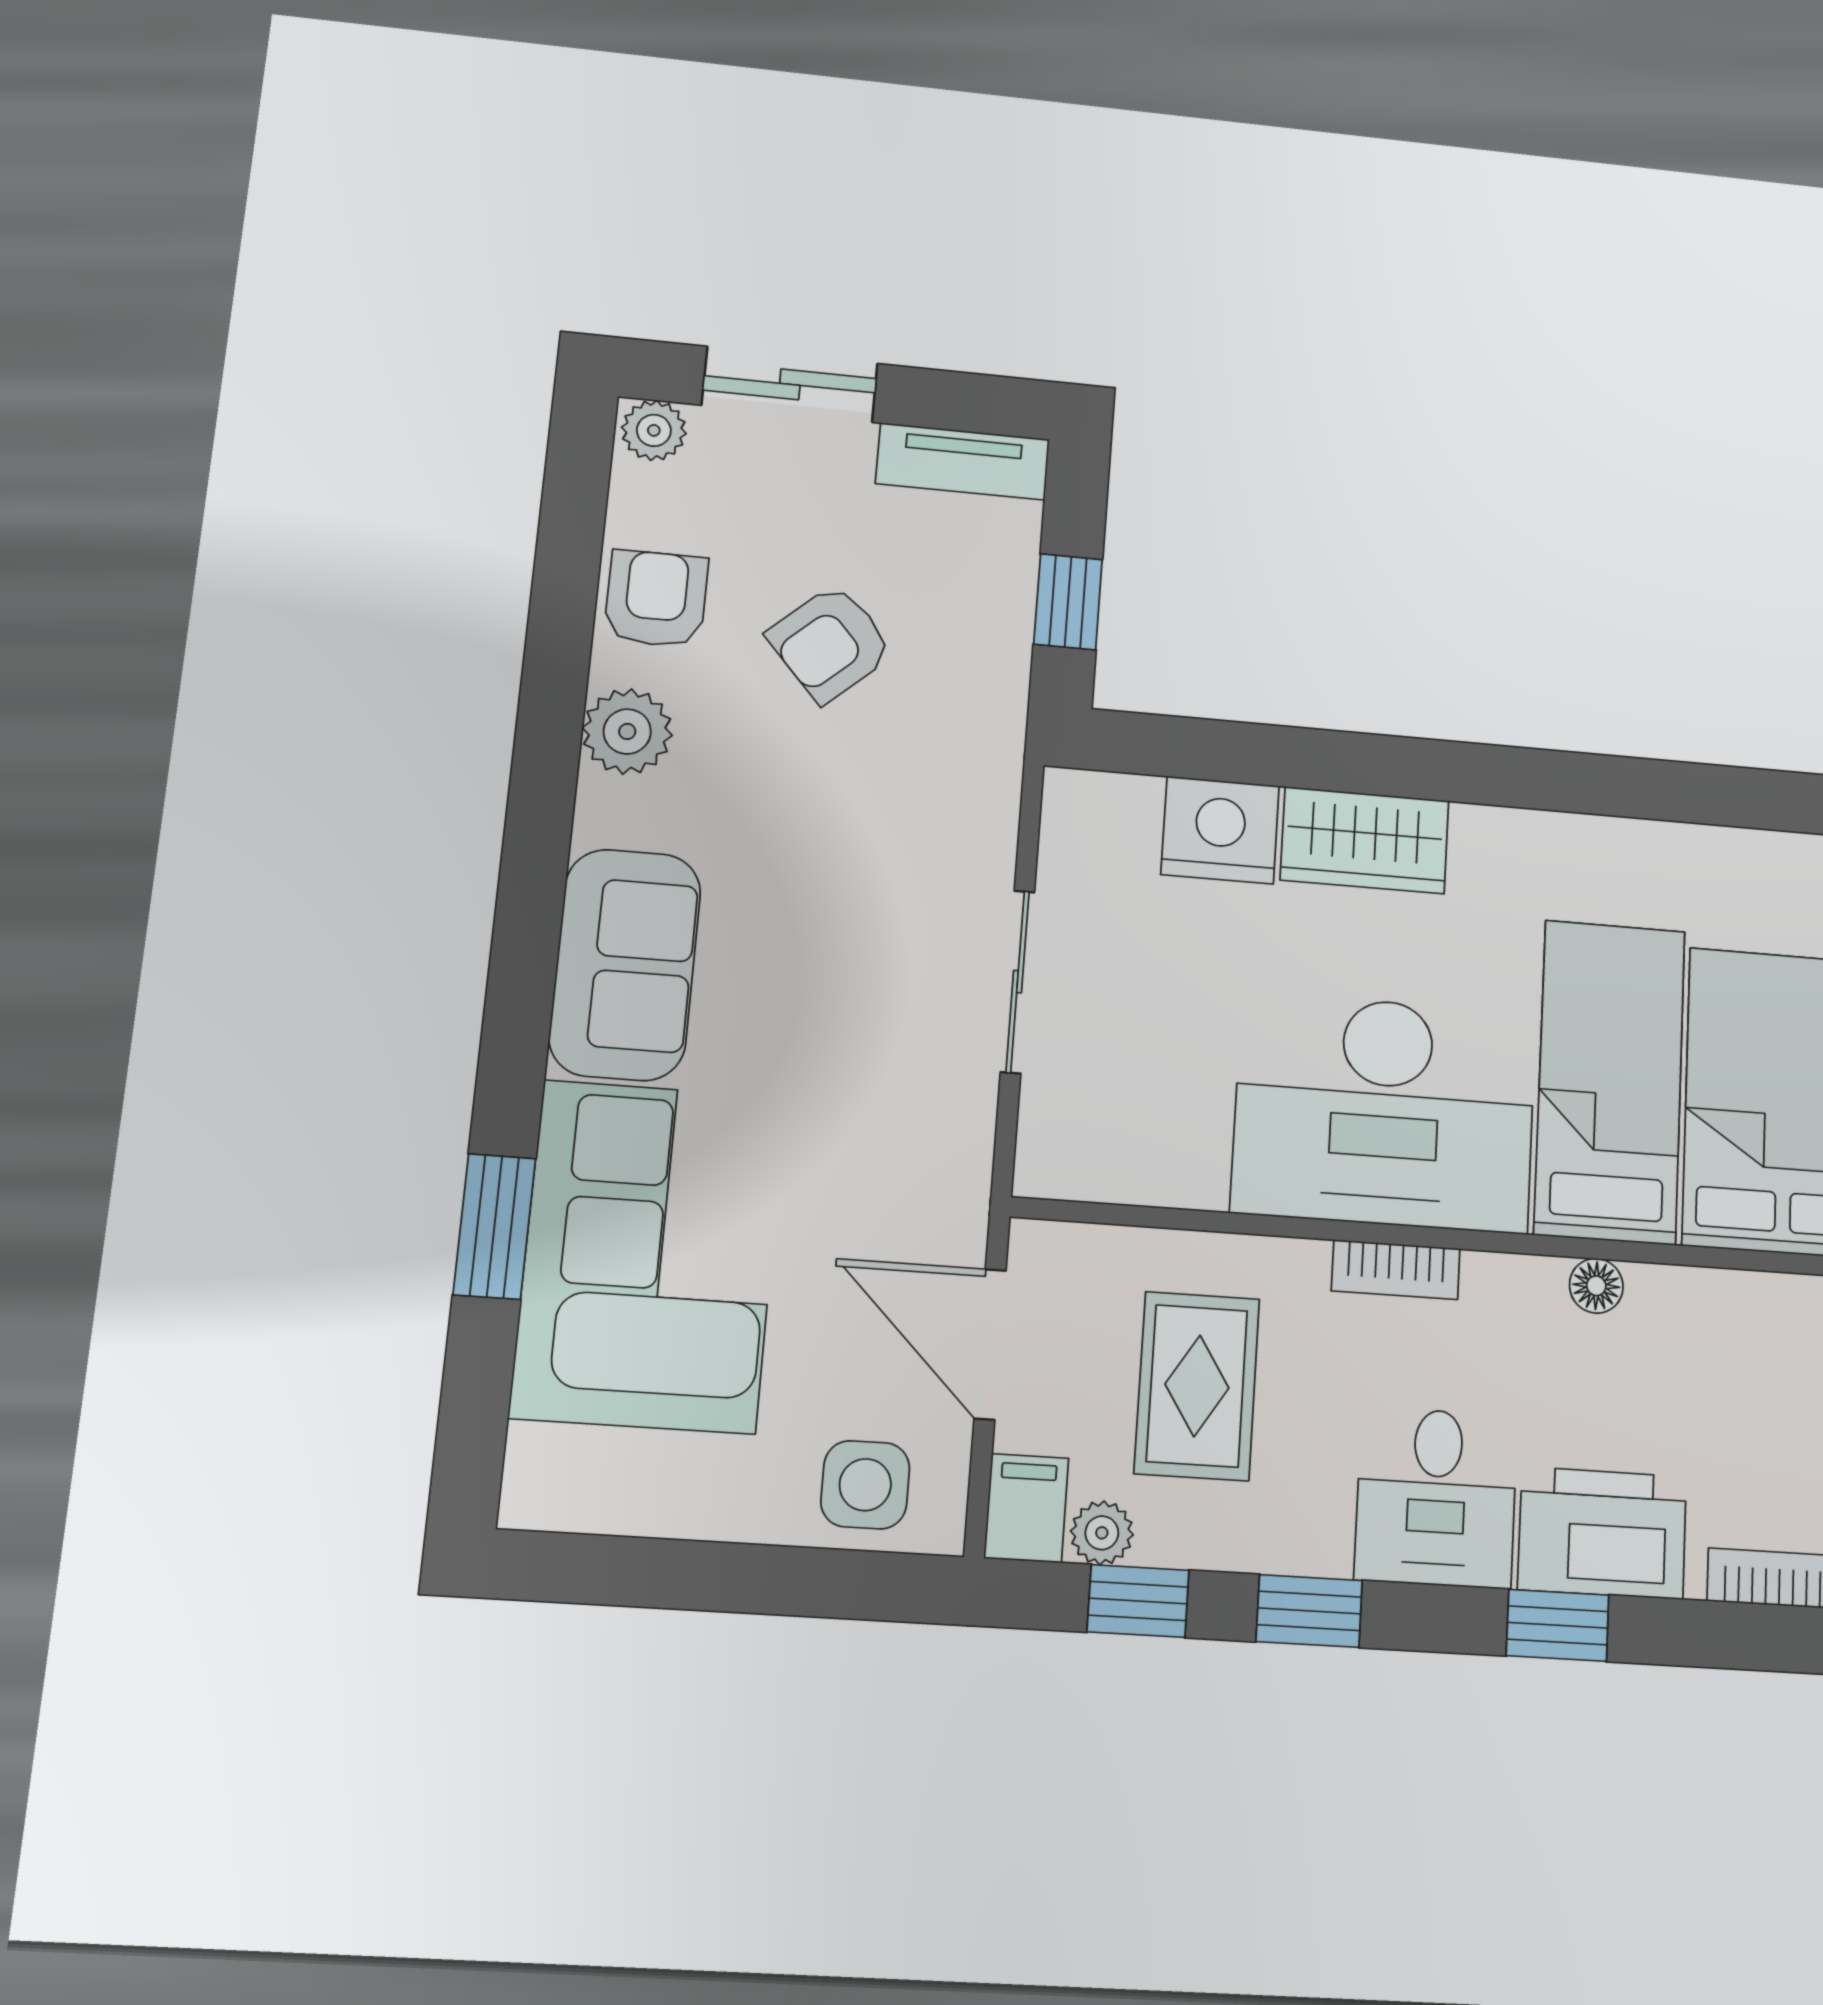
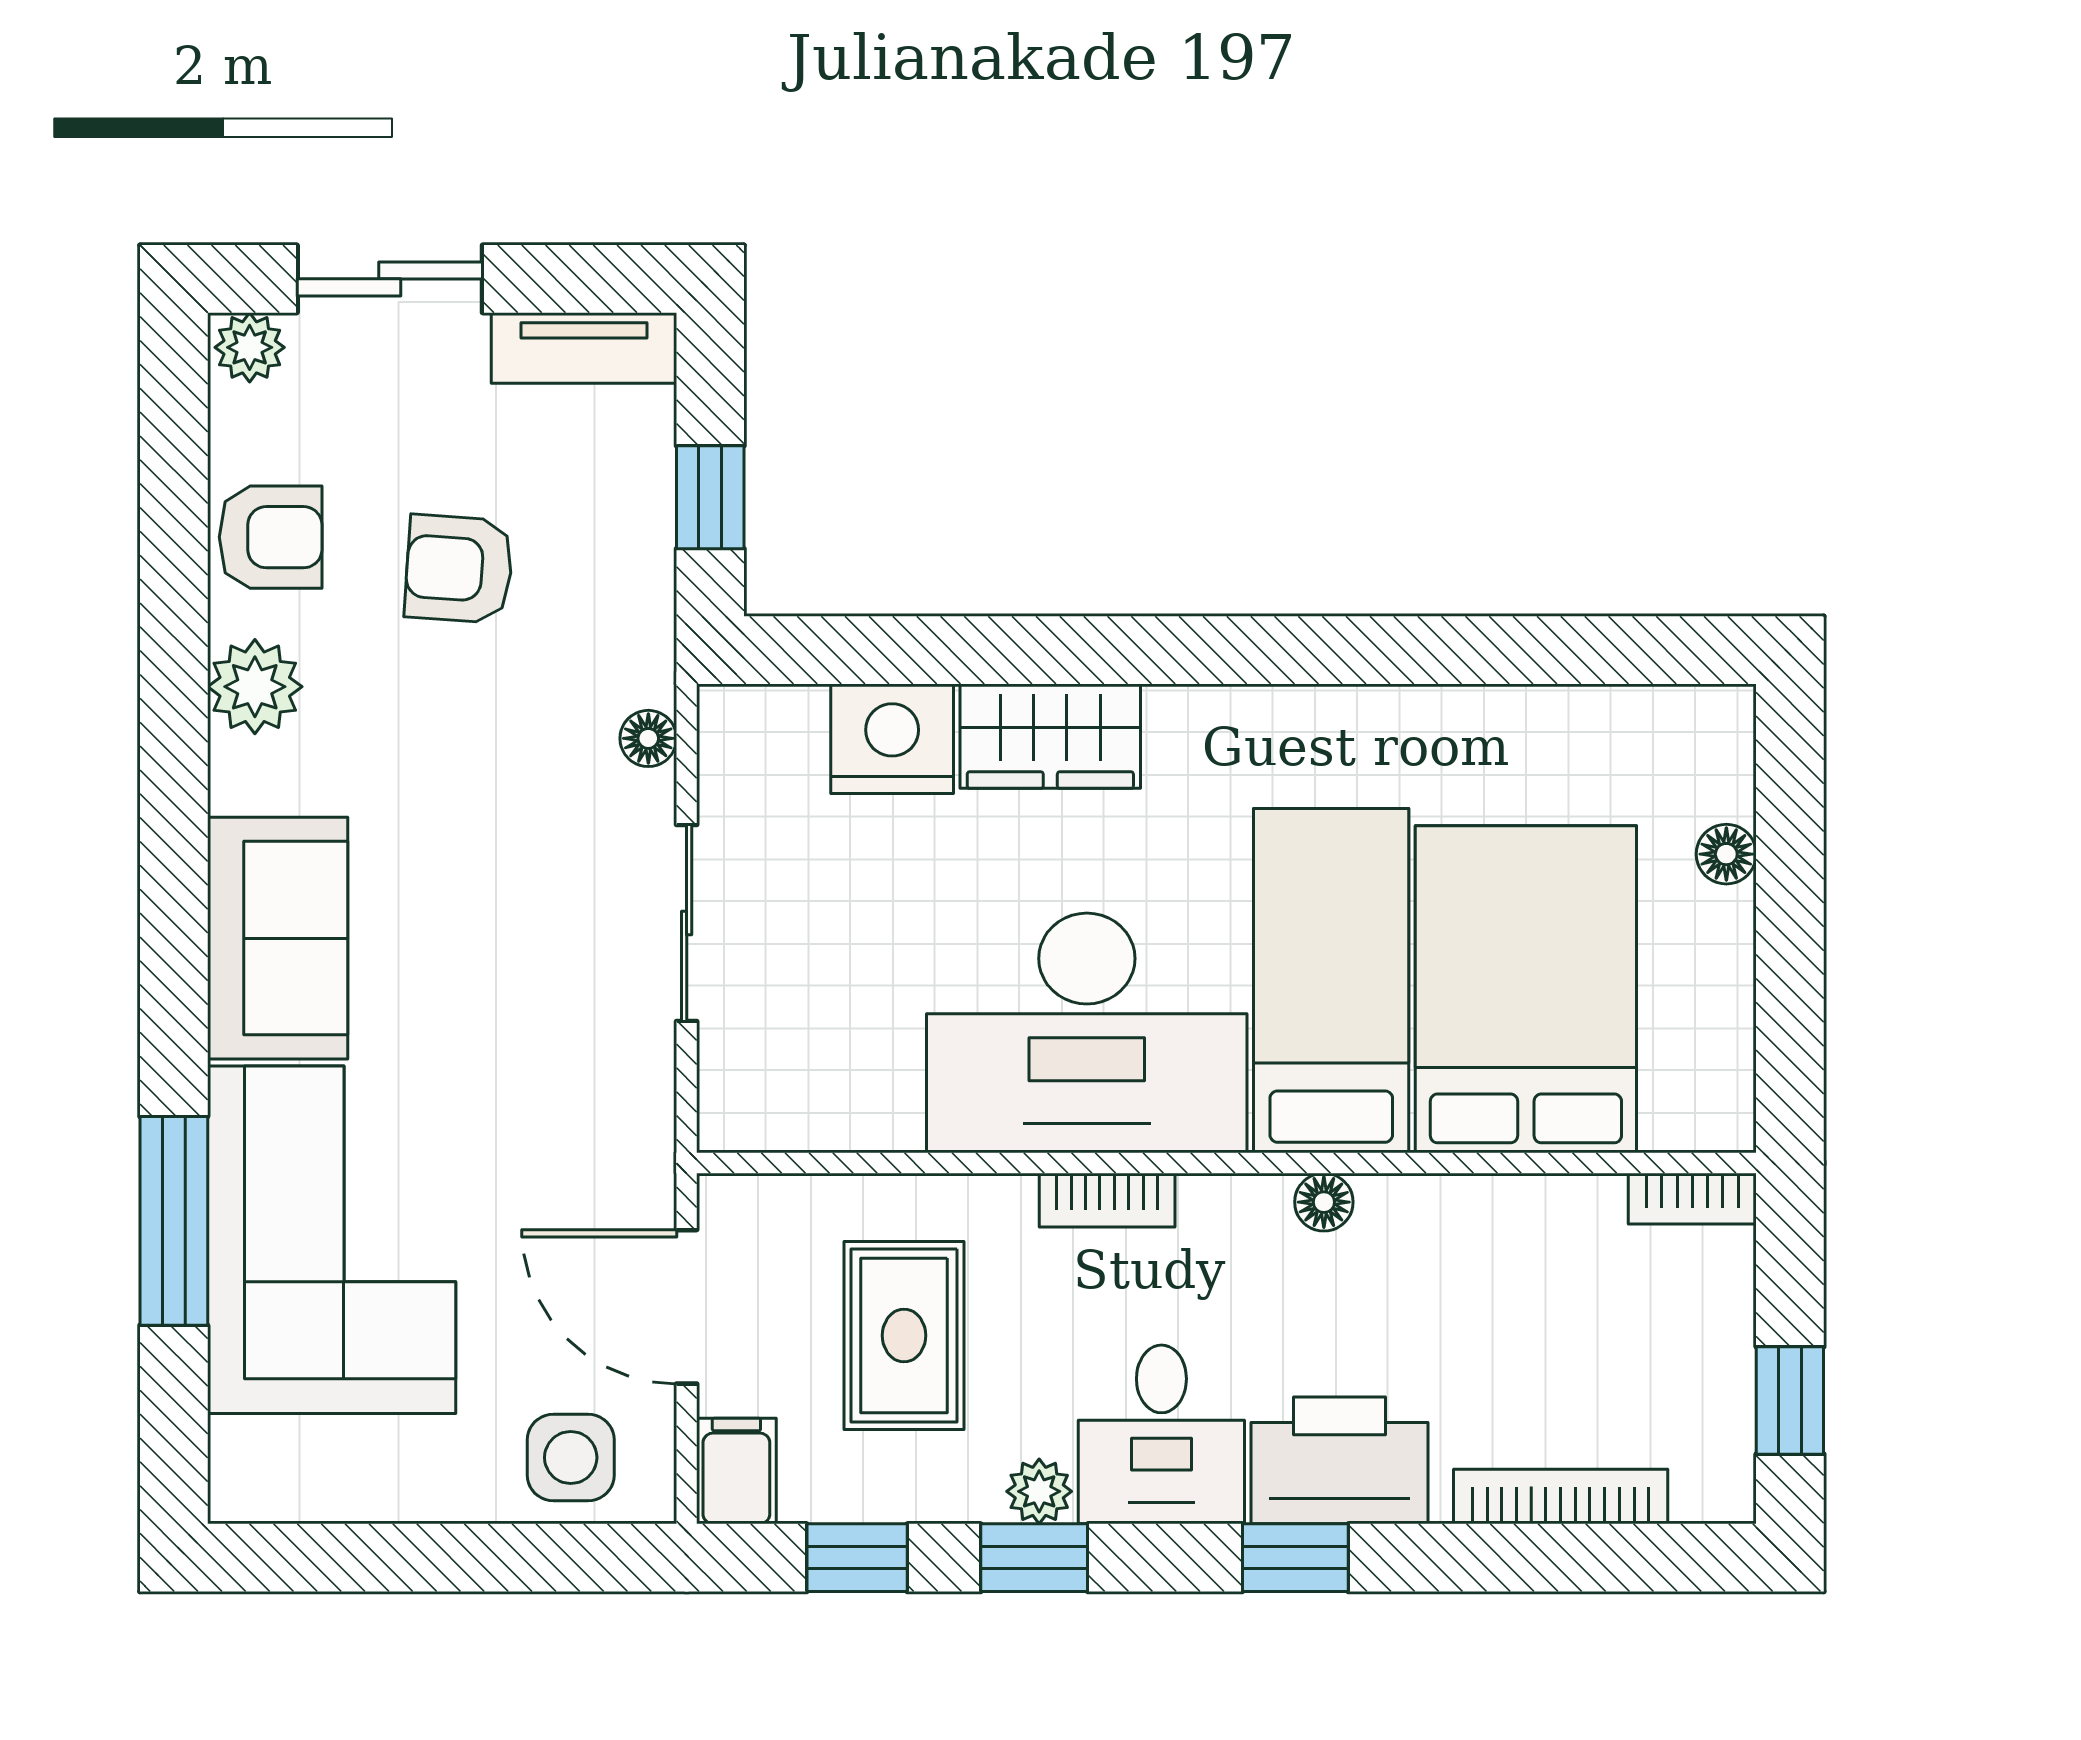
armchair: (656, 599) -> (271, 537), turned 90
armchair: (830, 643) -> (459, 569), turned 46
floor lamp: (994, 810) -> (648, 738), added
window: (494, 1226) -> (174, 1221), width x1.44
plant: (1102, 1533) -> (1039, 1491), moved

